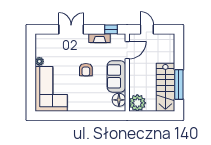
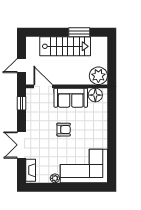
fireplace: (100, 38) -> (31, 170), moved
window: (179, 85) -> (79, 32), width x0.69
stairs: (165, 87) -> (65, 46), moved

